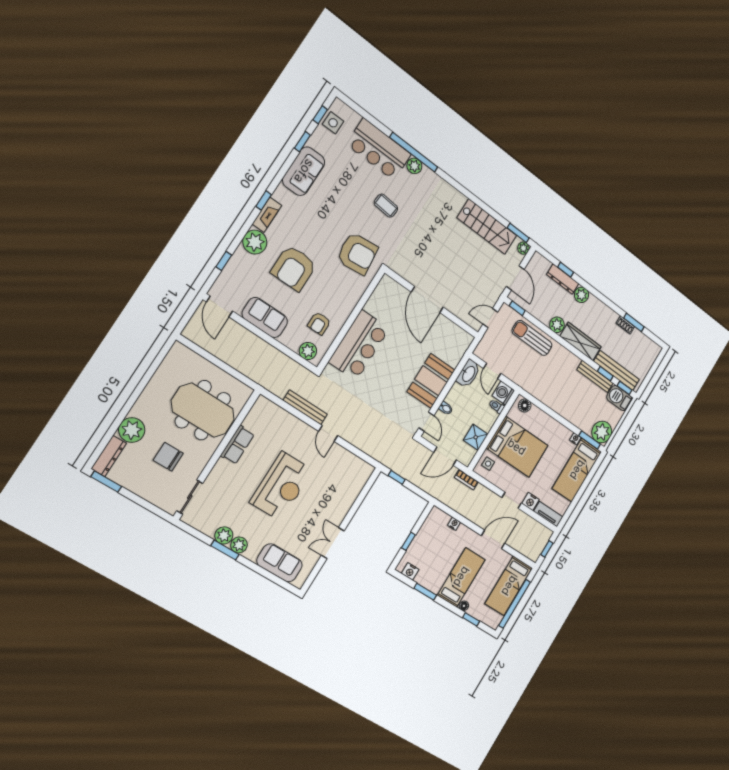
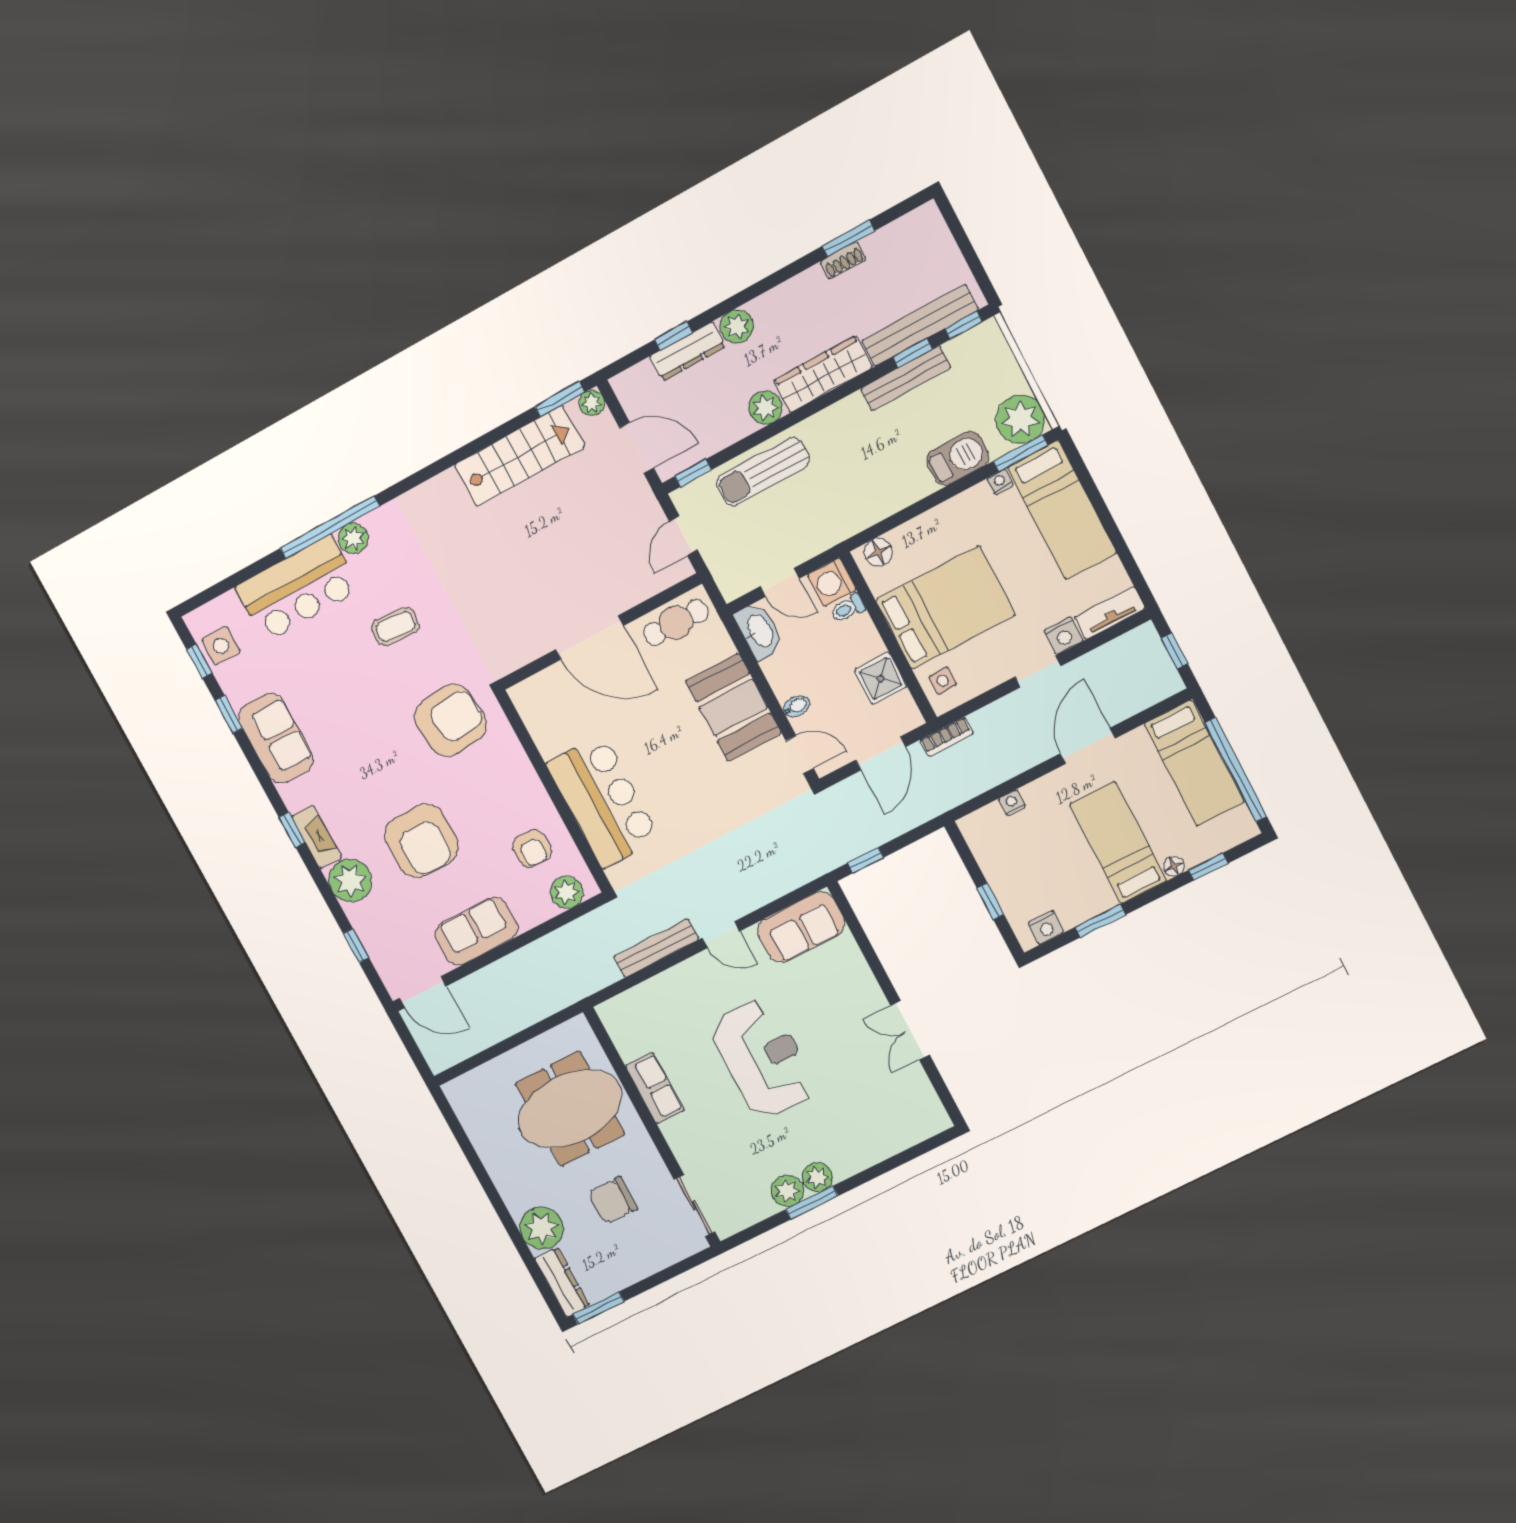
cafe table: (453, 335) -> (676, 623), added
barbecue: (619, 398) -> (958, 458), moved, turned 180
sofa: (280, 563) -> (801, 927), moved, turned 180

